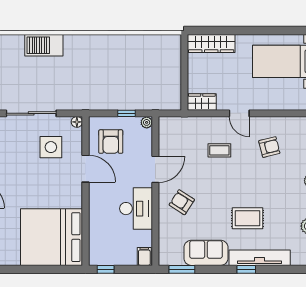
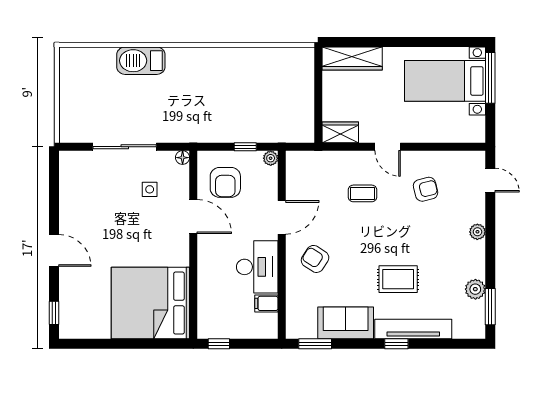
side table: (51, 147) -> (150, 189), width x0.54, depth x0.54
filing cabinet: (144, 256) -> (266, 303), moved, turned -90

